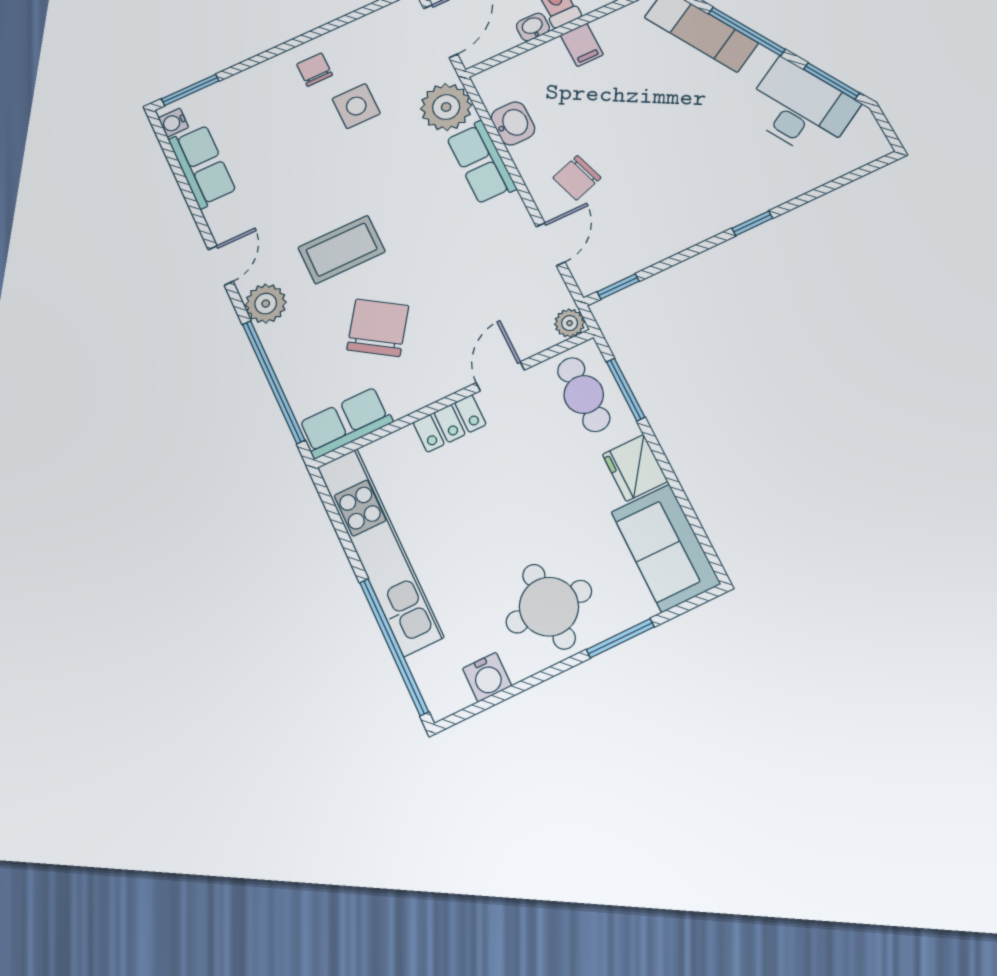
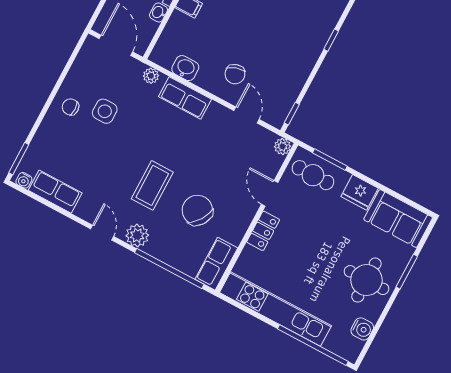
plant: (446, 107) -> (151, 76), width x0.53, depth x0.53

